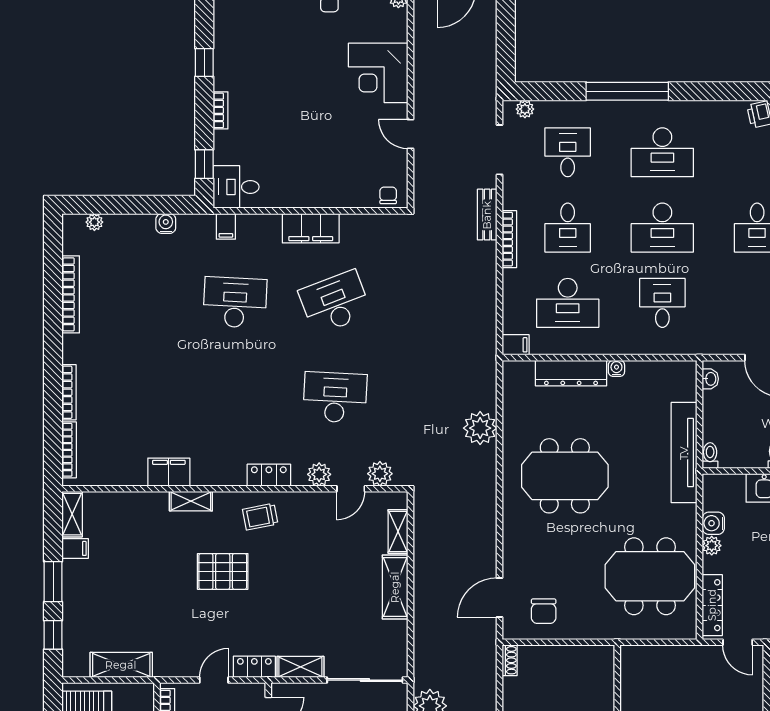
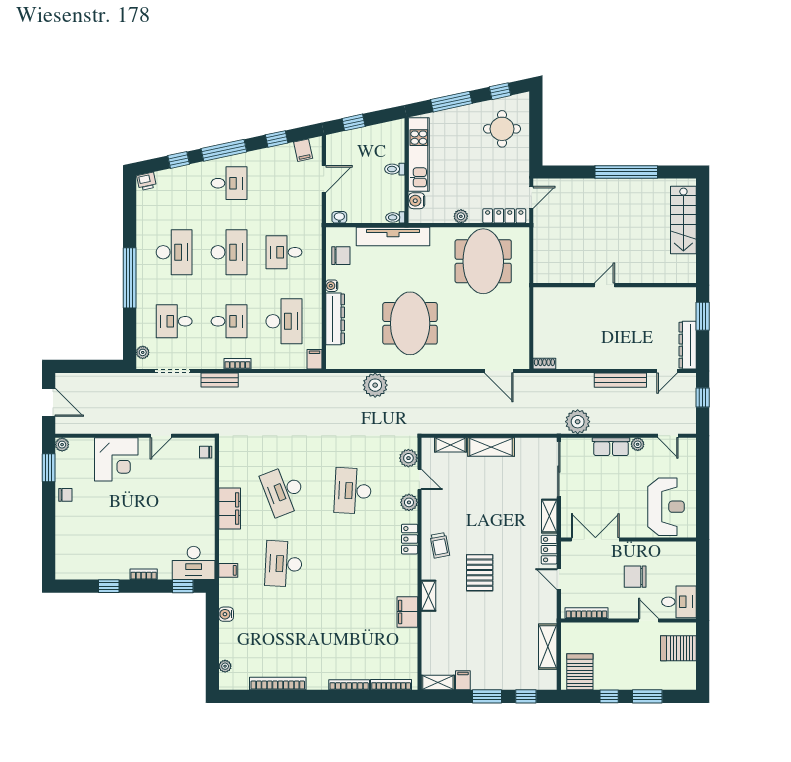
desk: (236, 187) -> (194, 563), width x1.37
bookcase: (509, 239) -> (237, 364), width x0.64
water cooler: (713, 523) -> (417, 201), moved, turned 90
chair: (544, 611) -> (341, 256), moved

